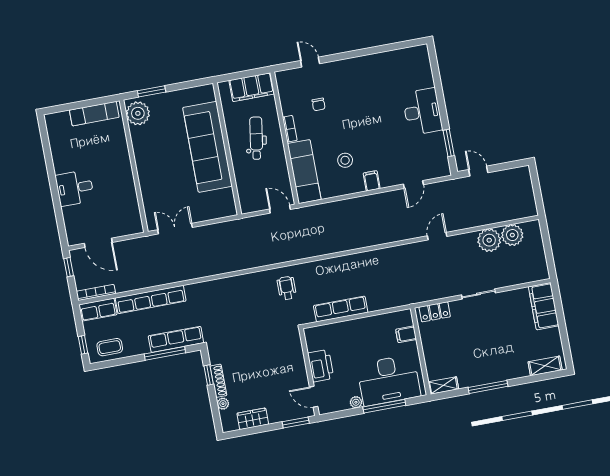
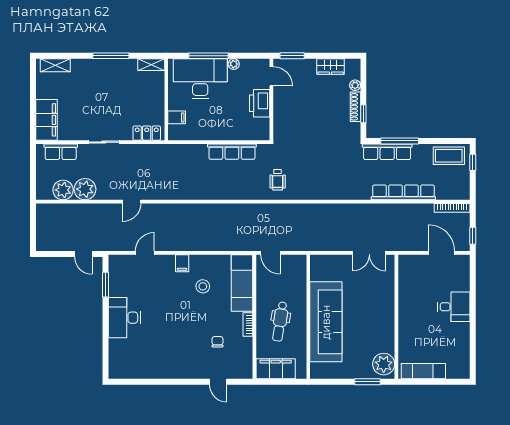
row of seats: (98, 310) -> (61, 152), moved, turned 180
coffee table: (110, 347) -> (449, 156), width x1.36, depth x1.30

